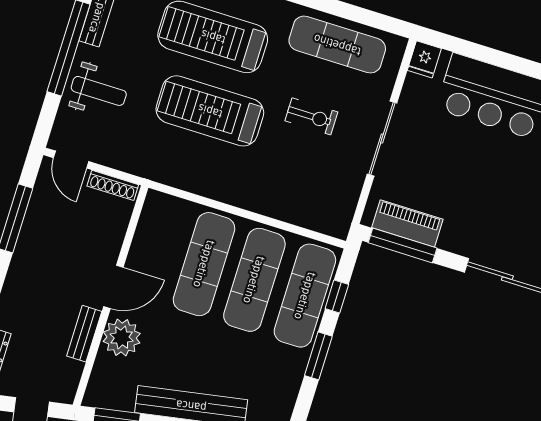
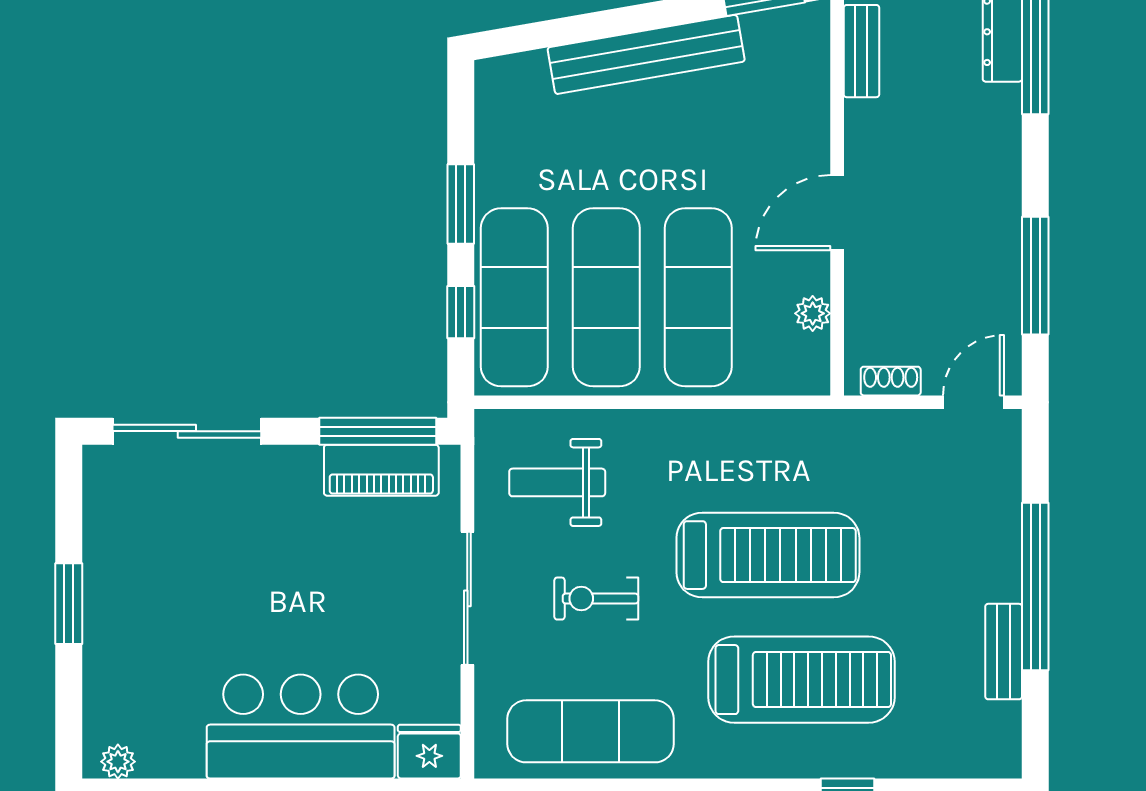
fridge: (424, 59) -> (429, 752), width x1.38
weight bench: (99, 91) -> (557, 482), moved
door: (71, 160) -> (973, 402), hinge flipped
shoe rack: (113, 185) -> (891, 381), width x0.70
bench: (84, 334) -> (861, 51), moved
plant: (122, 337) -> (813, 313), moved, width x0.53, depth x0.53

